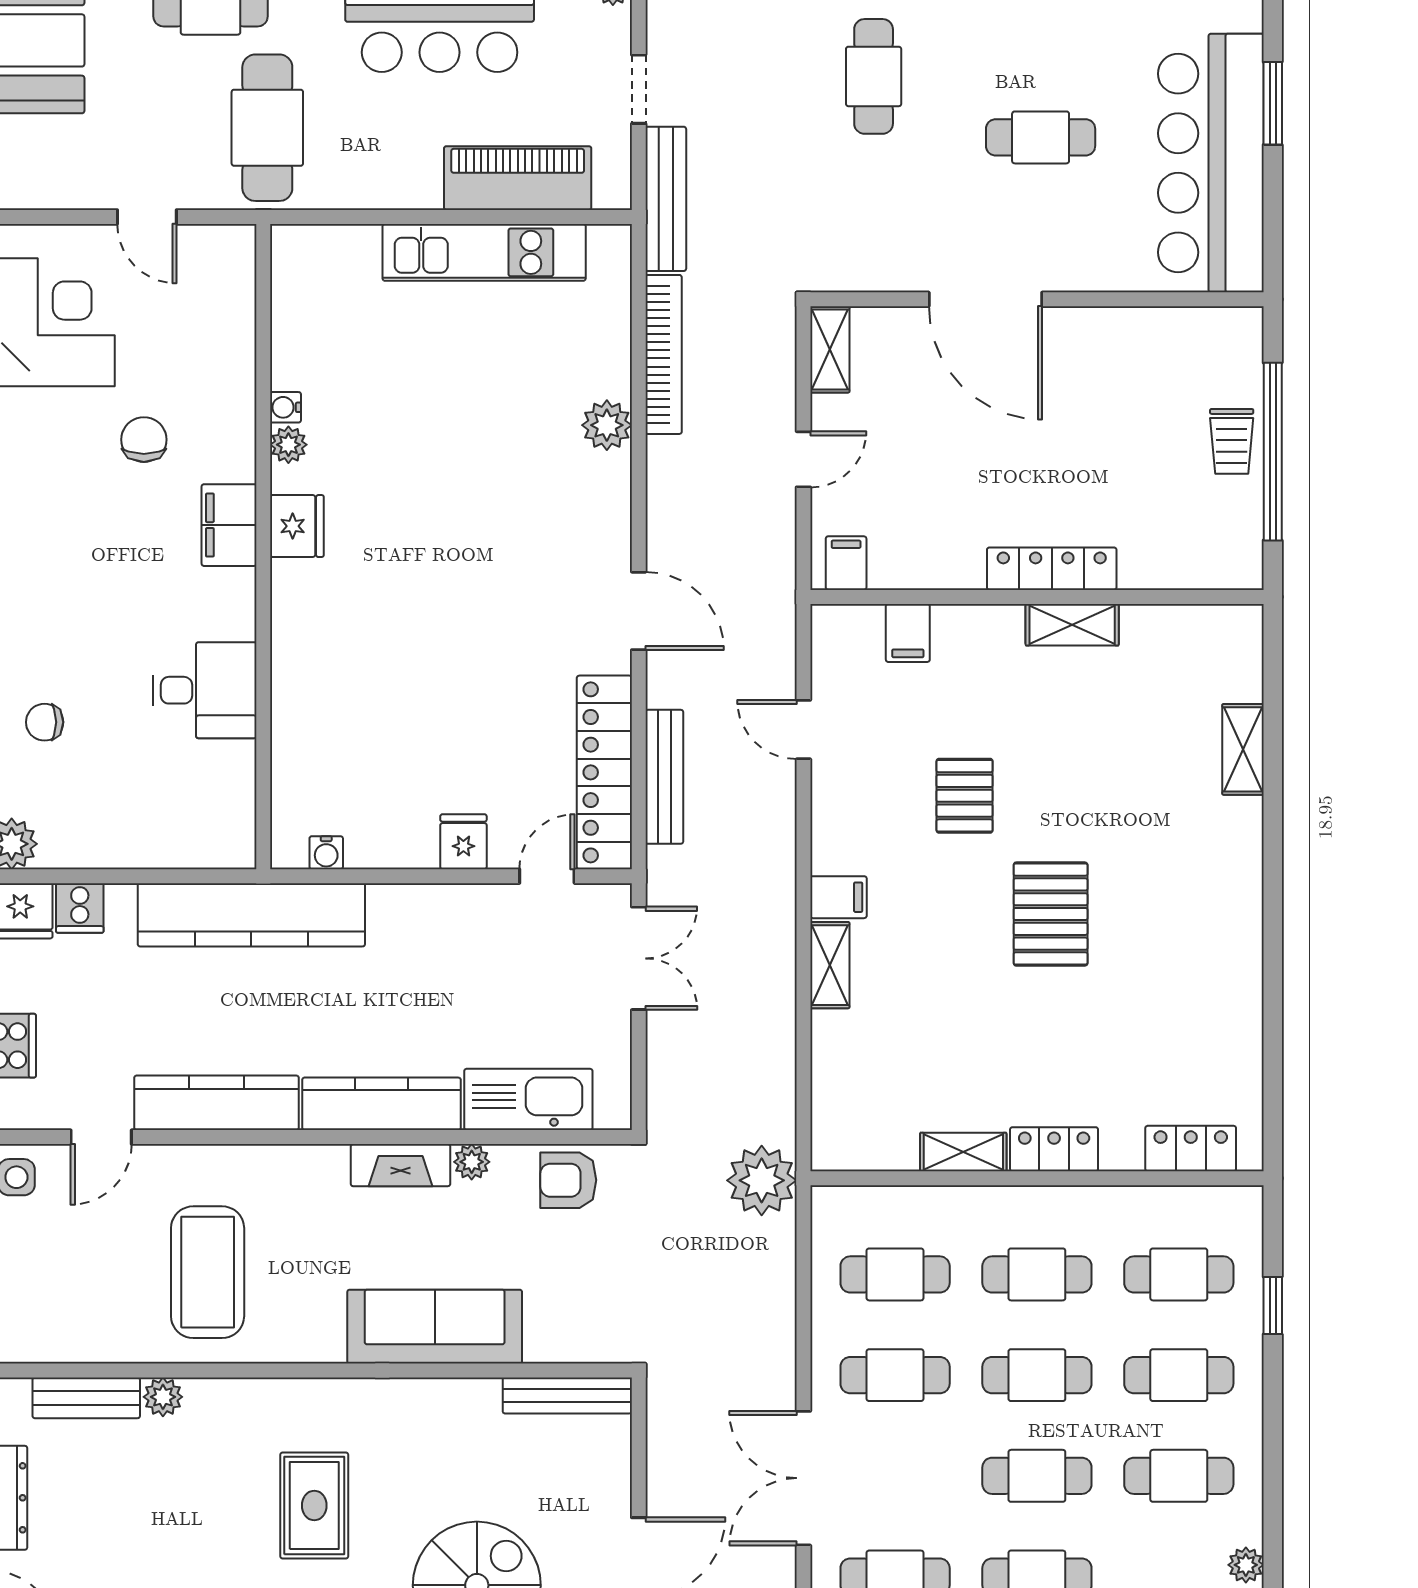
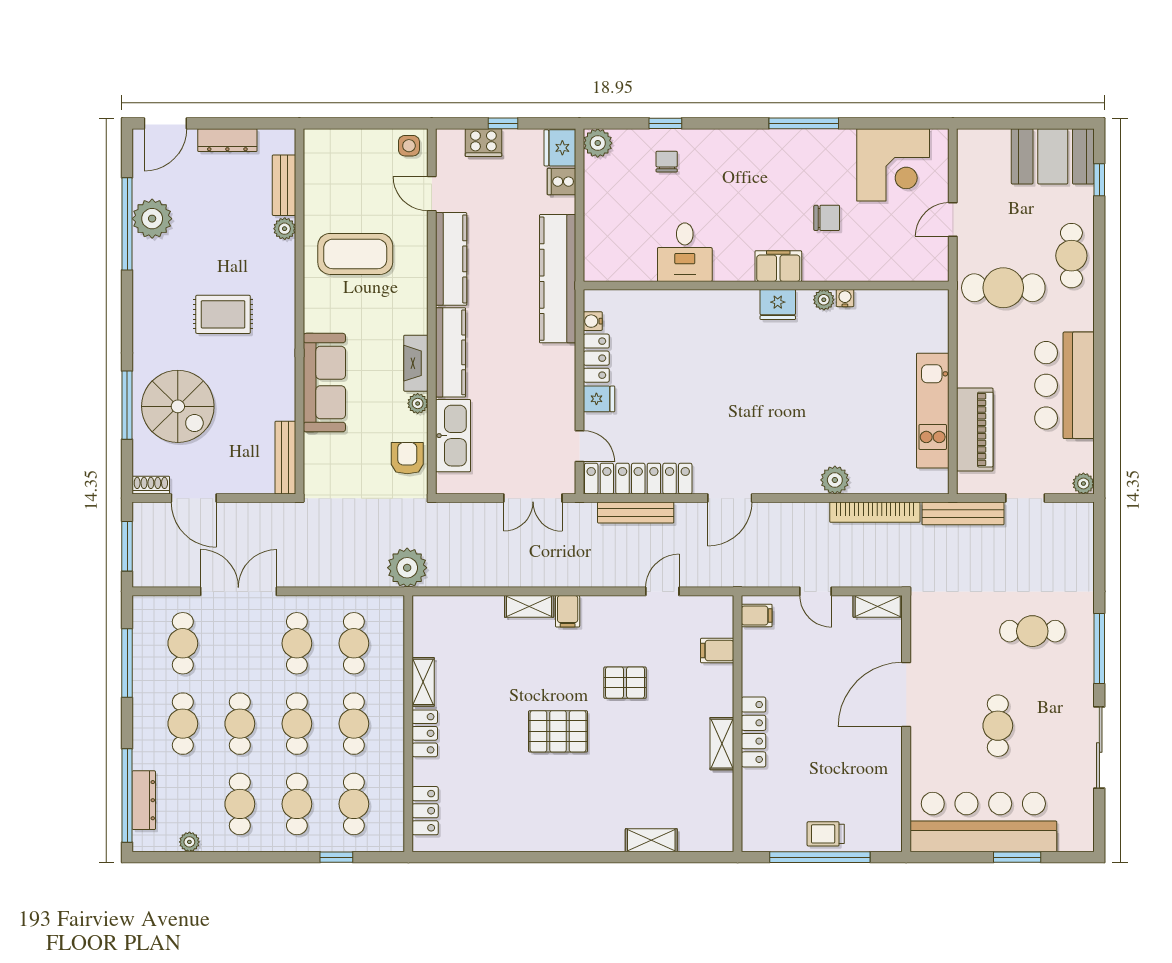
locker: (392, 846) -> (596, 358), added

